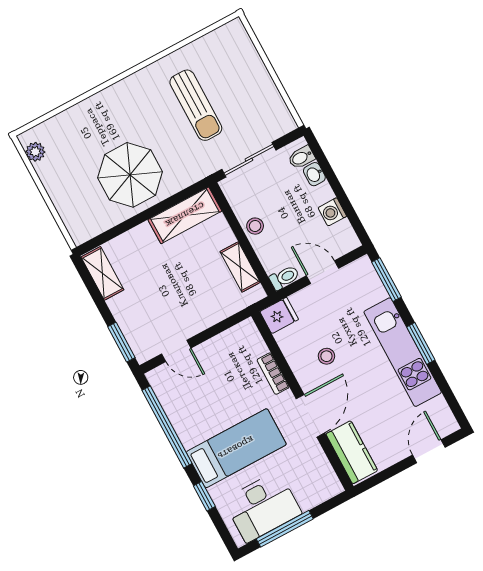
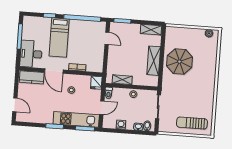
sun lounger: (196, 105) -> (192, 123), moved
shelving: (185, 215) -> (154, 61), moved
door: (176, 351) -> (107, 38), swing flipped
kitchen unit: (403, 352) -> (76, 119), moved
desk: (263, 507) -> (31, 54), moved

